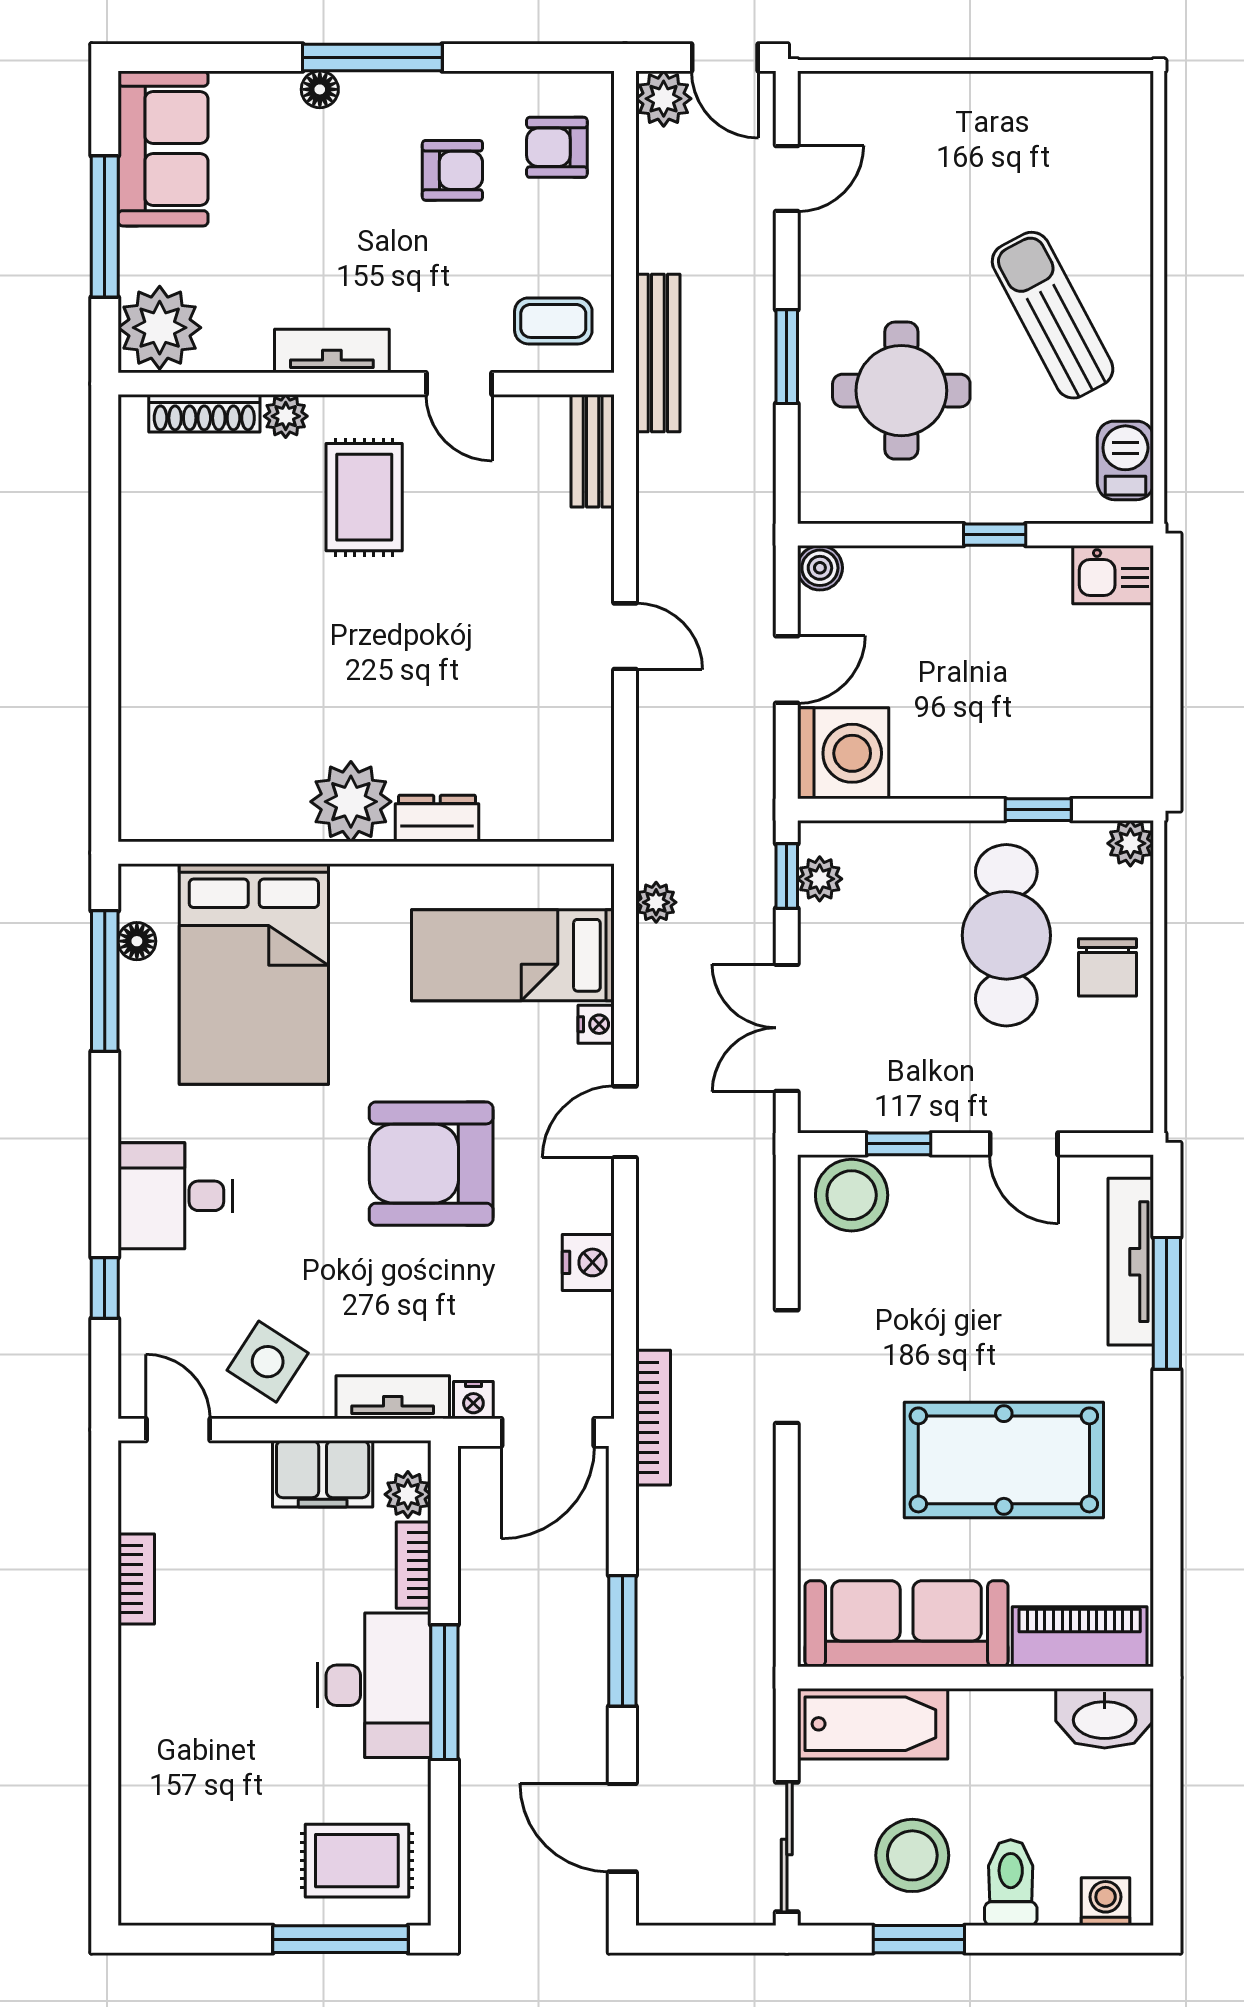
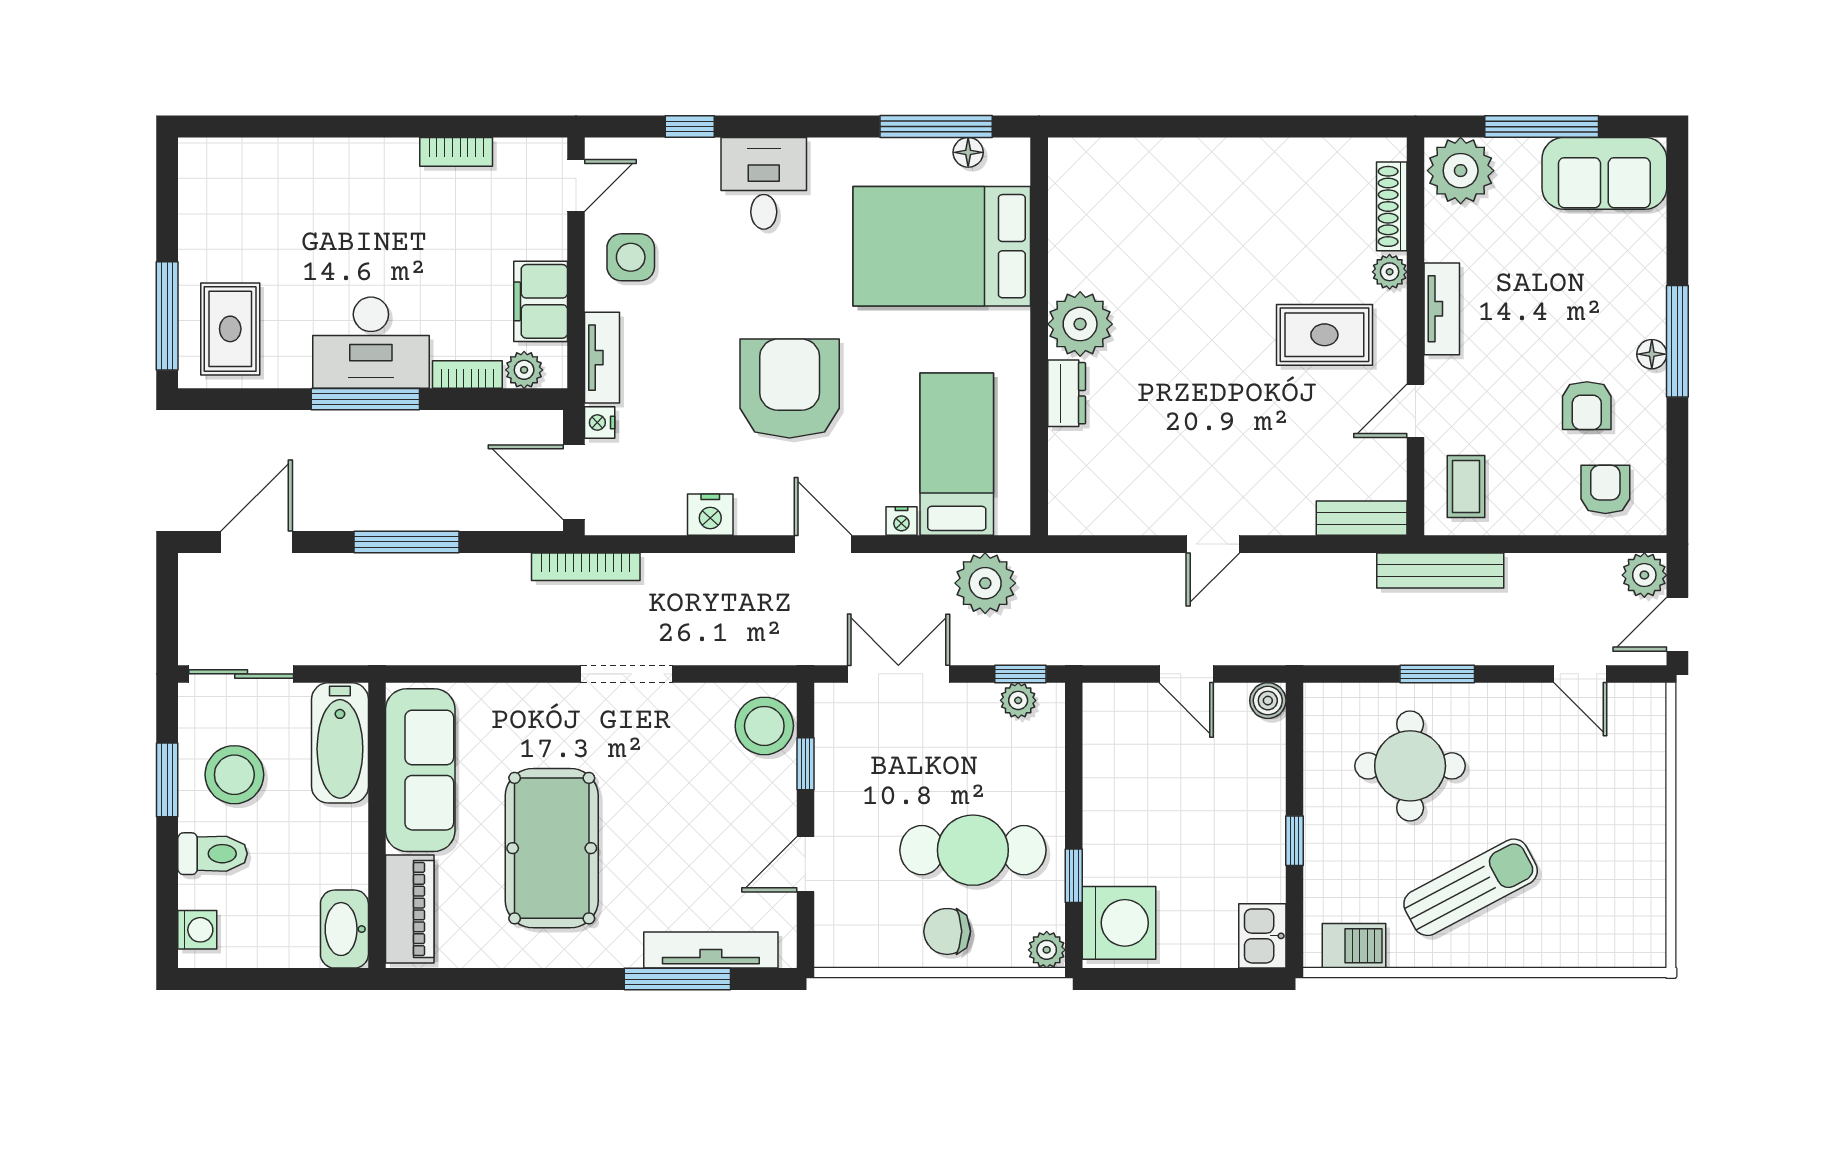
floor lamp: (320, 89) -> (1652, 354), moved
washing machine: (843, 753) -> (1119, 923), moved, turned -90
plant: (656, 902) -> (985, 583), width x1.87, depth x1.87
side table: (268, 1362) -> (631, 257), turned -33

